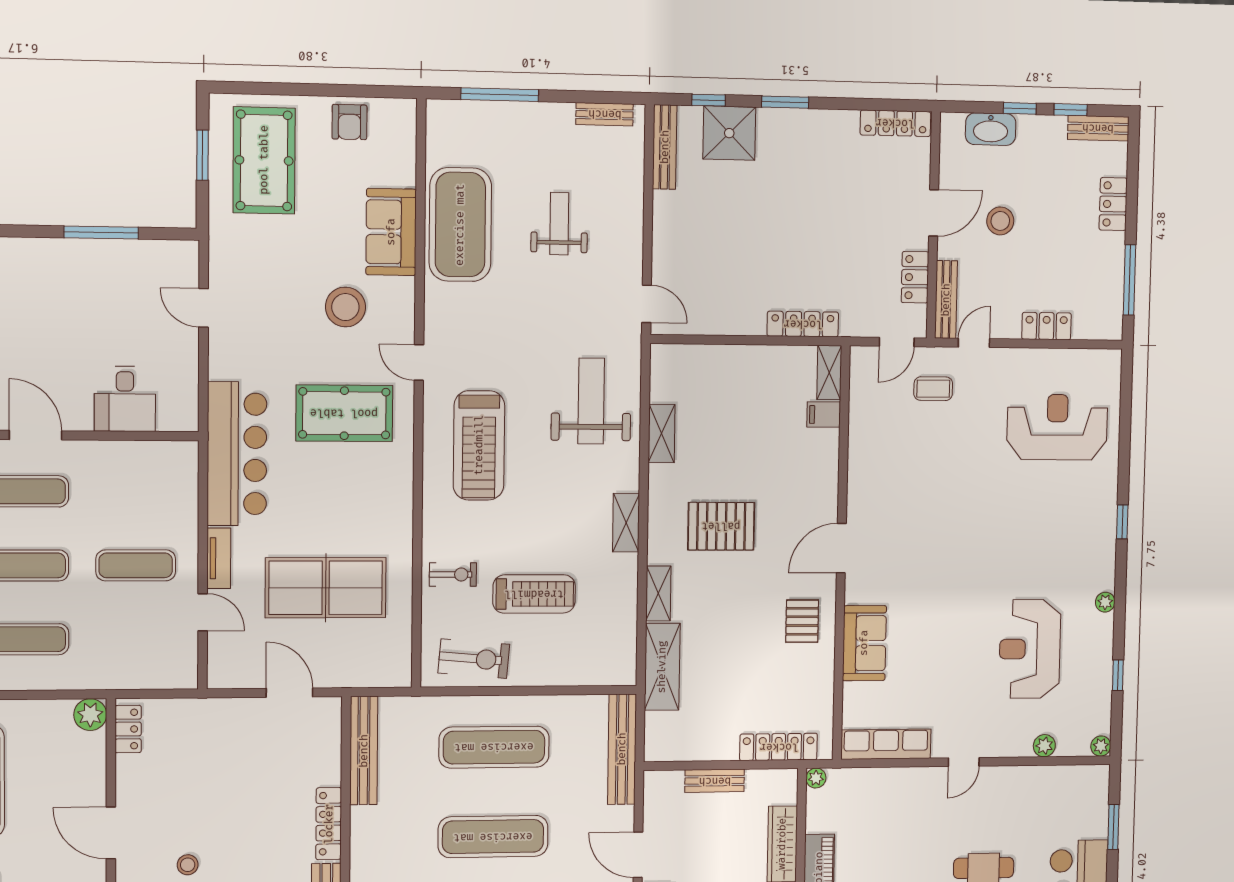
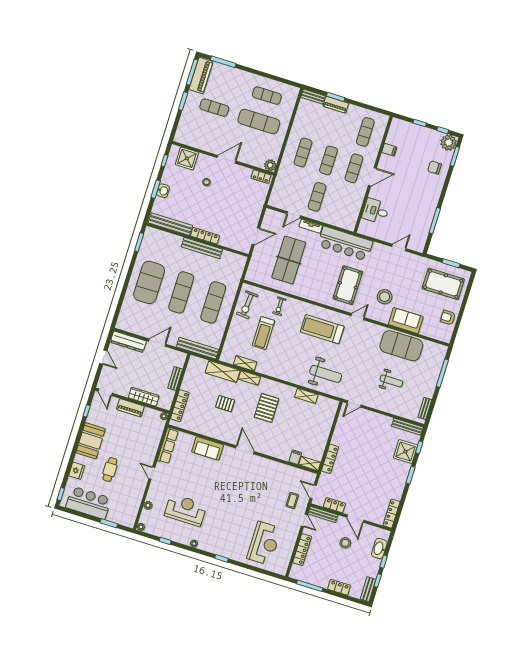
locker: (1046, 326) -> (302, 550), width x1.53
shelving: (626, 523) -> (245, 363), moved
pallet: (802, 621) -> (225, 404), moved
bench: (364, 751) -> (202, 248), moved

